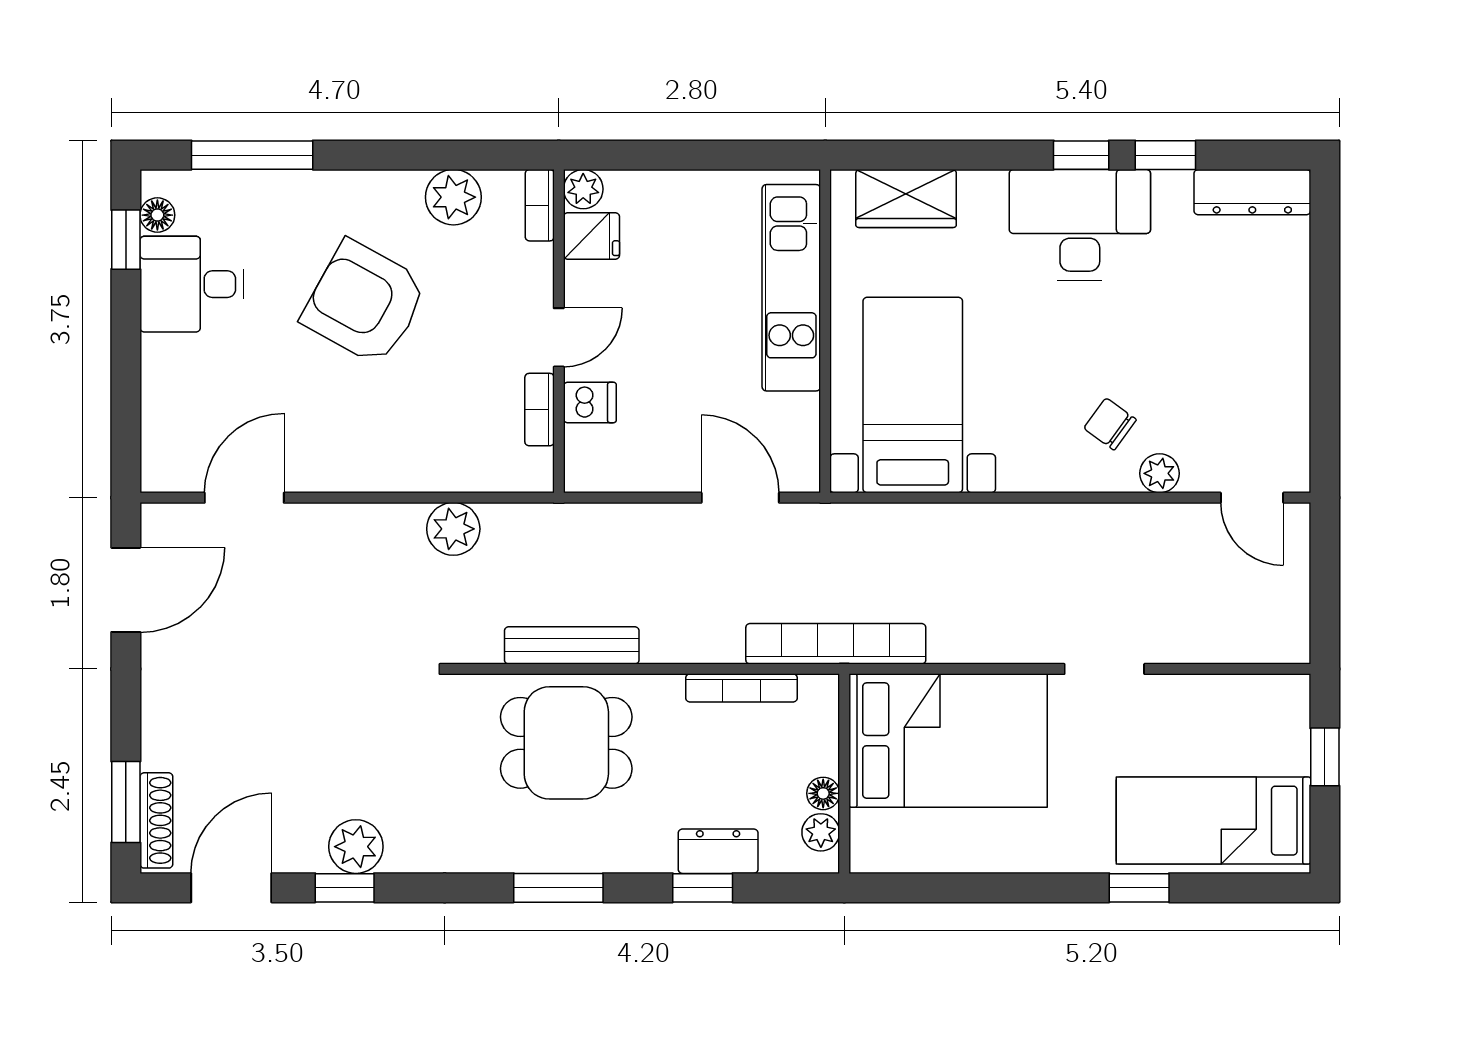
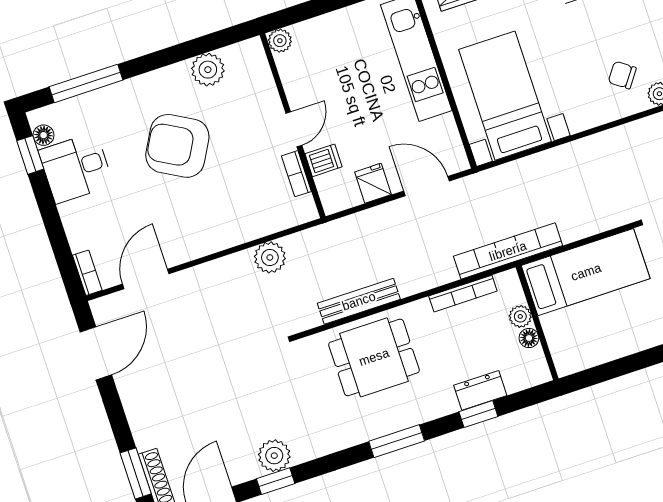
bookcase: (540, 205) -> (87, 273), moved, turned 180
fridge: (591, 236) -> (373, 183), moved, turned -90
bed: (948, 741) -> (586, 272), width x0.67
plant: (821, 832) -> (520, 316), moved

